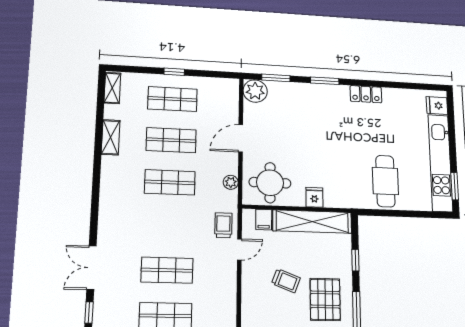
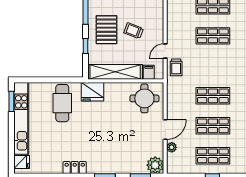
plant: (231, 182) -> (172, 147), moved
fridge: (314, 197) -> (92, 92), moved, width x1.88, depth x1.34
pallet: (325, 299) -> (106, 30), moved

